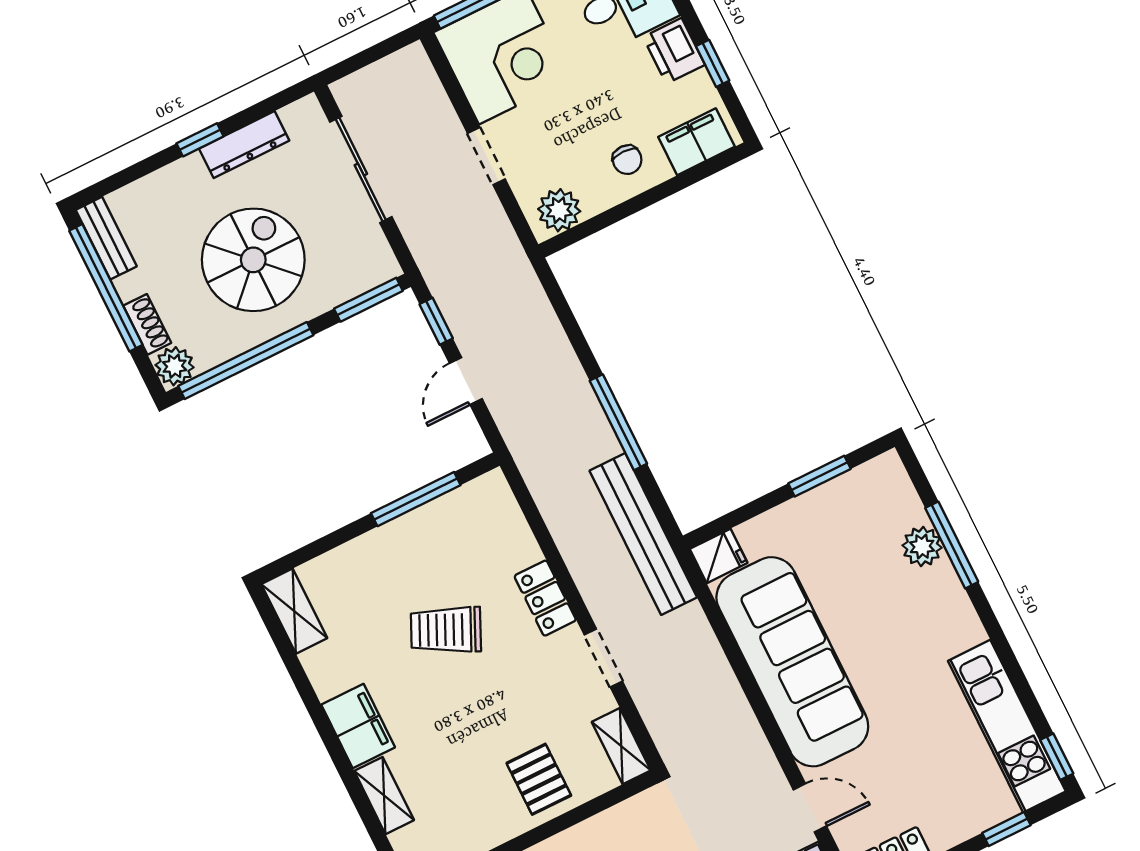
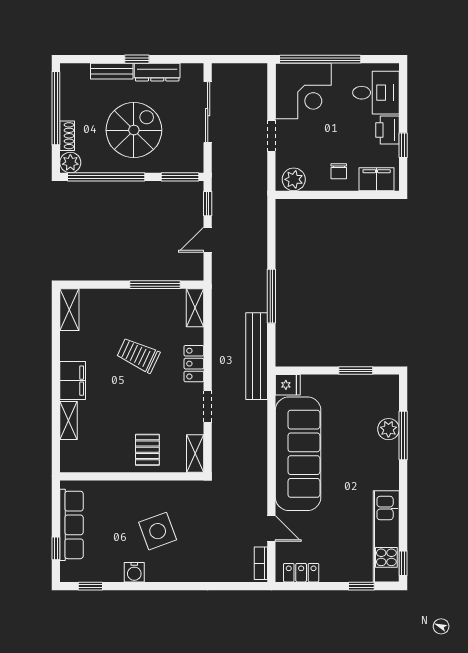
bench: (106, 238) -> (112, 71), moved, turned 90
shelving: (501, 504) -> (195, 308), added

